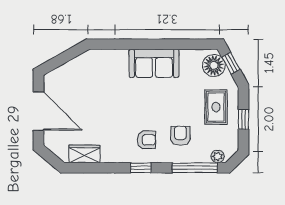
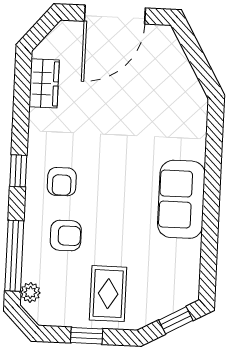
floor lamp: (214, 65) -> (174, 293), removed
rug: (216, 107) -> (108, 294), turned 90

